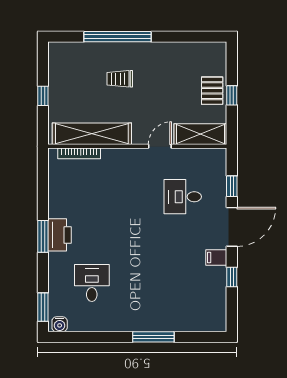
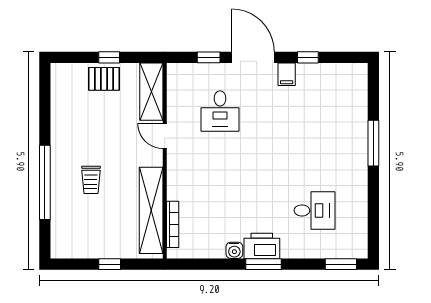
desk: (92, 283) -> (314, 210), turned 180
water cooler: (60, 324) -> (234, 250), moved, turned 90

